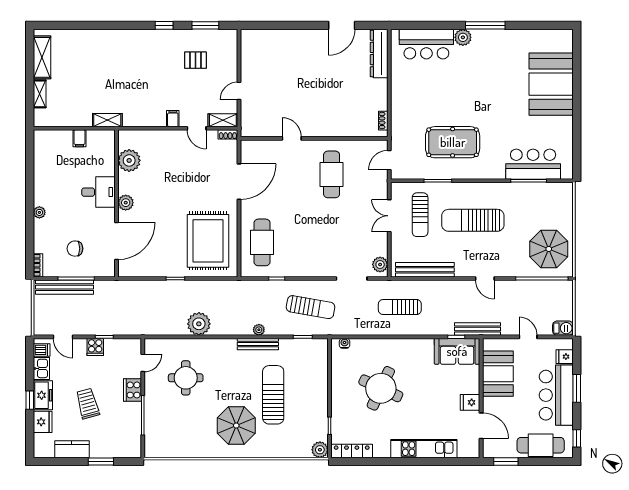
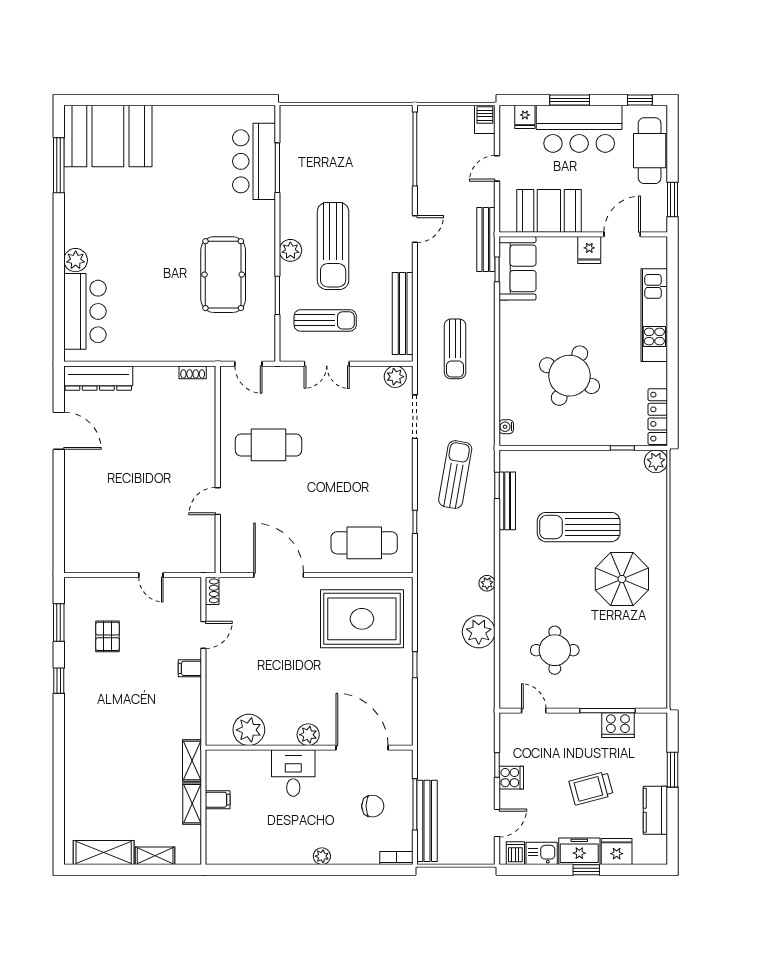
window: (485, 25) -> (59, 165), moved
booth: (551, 84) -> (108, 136), moved
shelving: (223, 120) -> (192, 804), moved
plant: (470, 190) -> (290, 250), added
chair: (75, 249) -> (373, 806), turned -90
parasol: (549, 249) -> (373, 139), removed
plant: (259, 330) -> (487, 583), moved
bench: (258, 344) -> (507, 501), moved
cooker: (132, 390) -> (618, 725), moved

